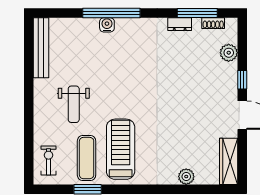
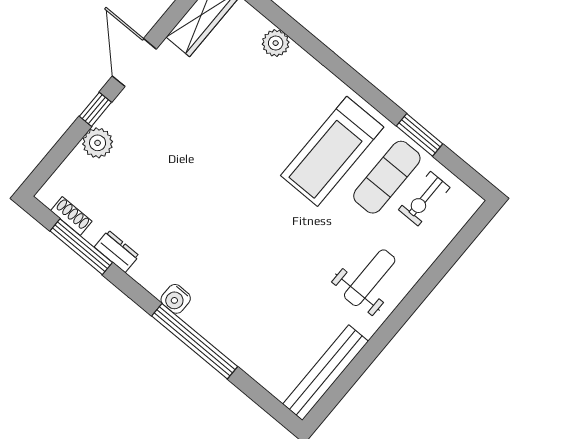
water cooler: (107, 25) -> (176, 299), moved
plant: (229, 53) -> (98, 143), moved
weight bench: (74, 104) -> (370, 278), moved
exercise bike: (49, 160) -> (424, 199), moved

